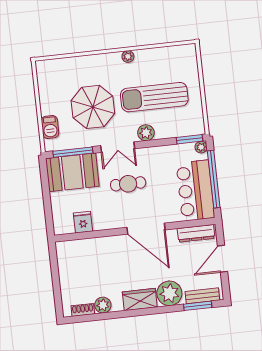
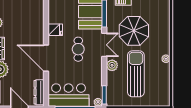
double door: (118, 147) -> (104, 45), swing flipped
fridge: (83, 222) -> (55, 30), moved
door: (146, 229) -> (46, 58), hinge flipped

